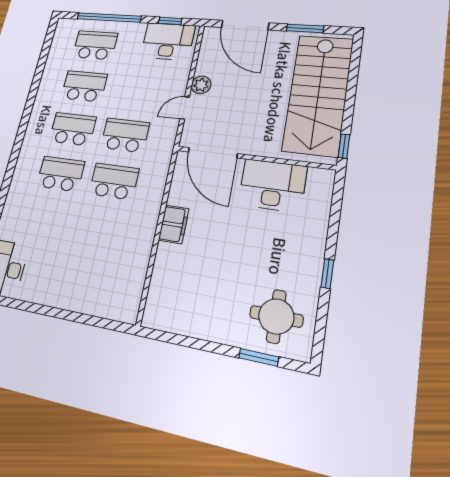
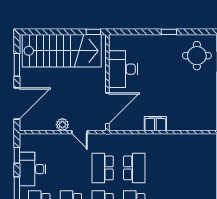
desk: (168, 41) -> (33, 169), moved
school desk: (114, 181) -> (134, 168), turned 180

